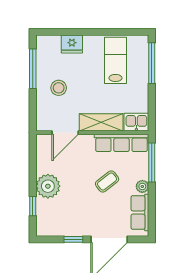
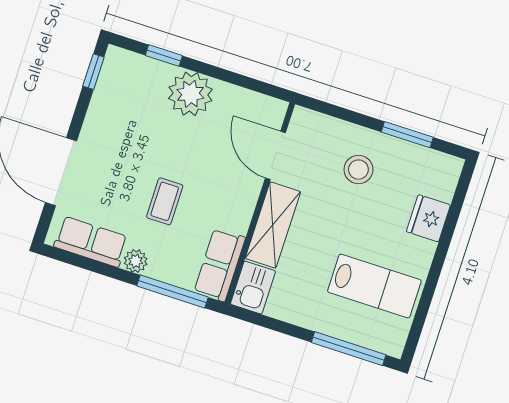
window: (33, 69) -> (407, 135), width x0.69
row of seats: (121, 143) -> (220, 265), width x0.68
coffee table: (107, 182) -> (165, 201), turned 38
window: (73, 239) -> (93, 72), moved

